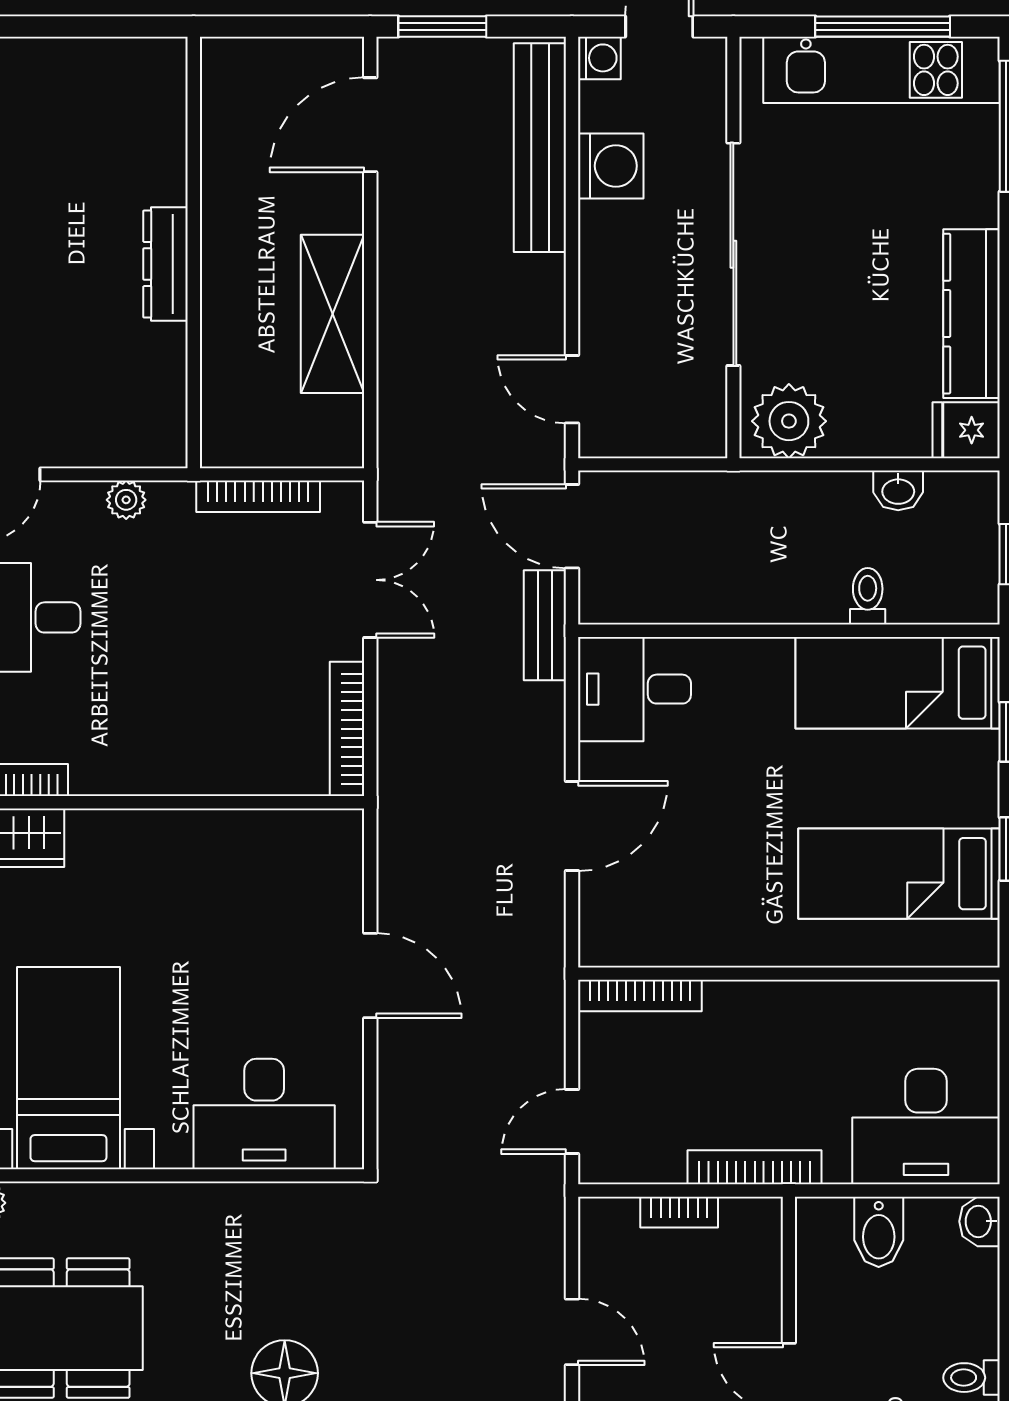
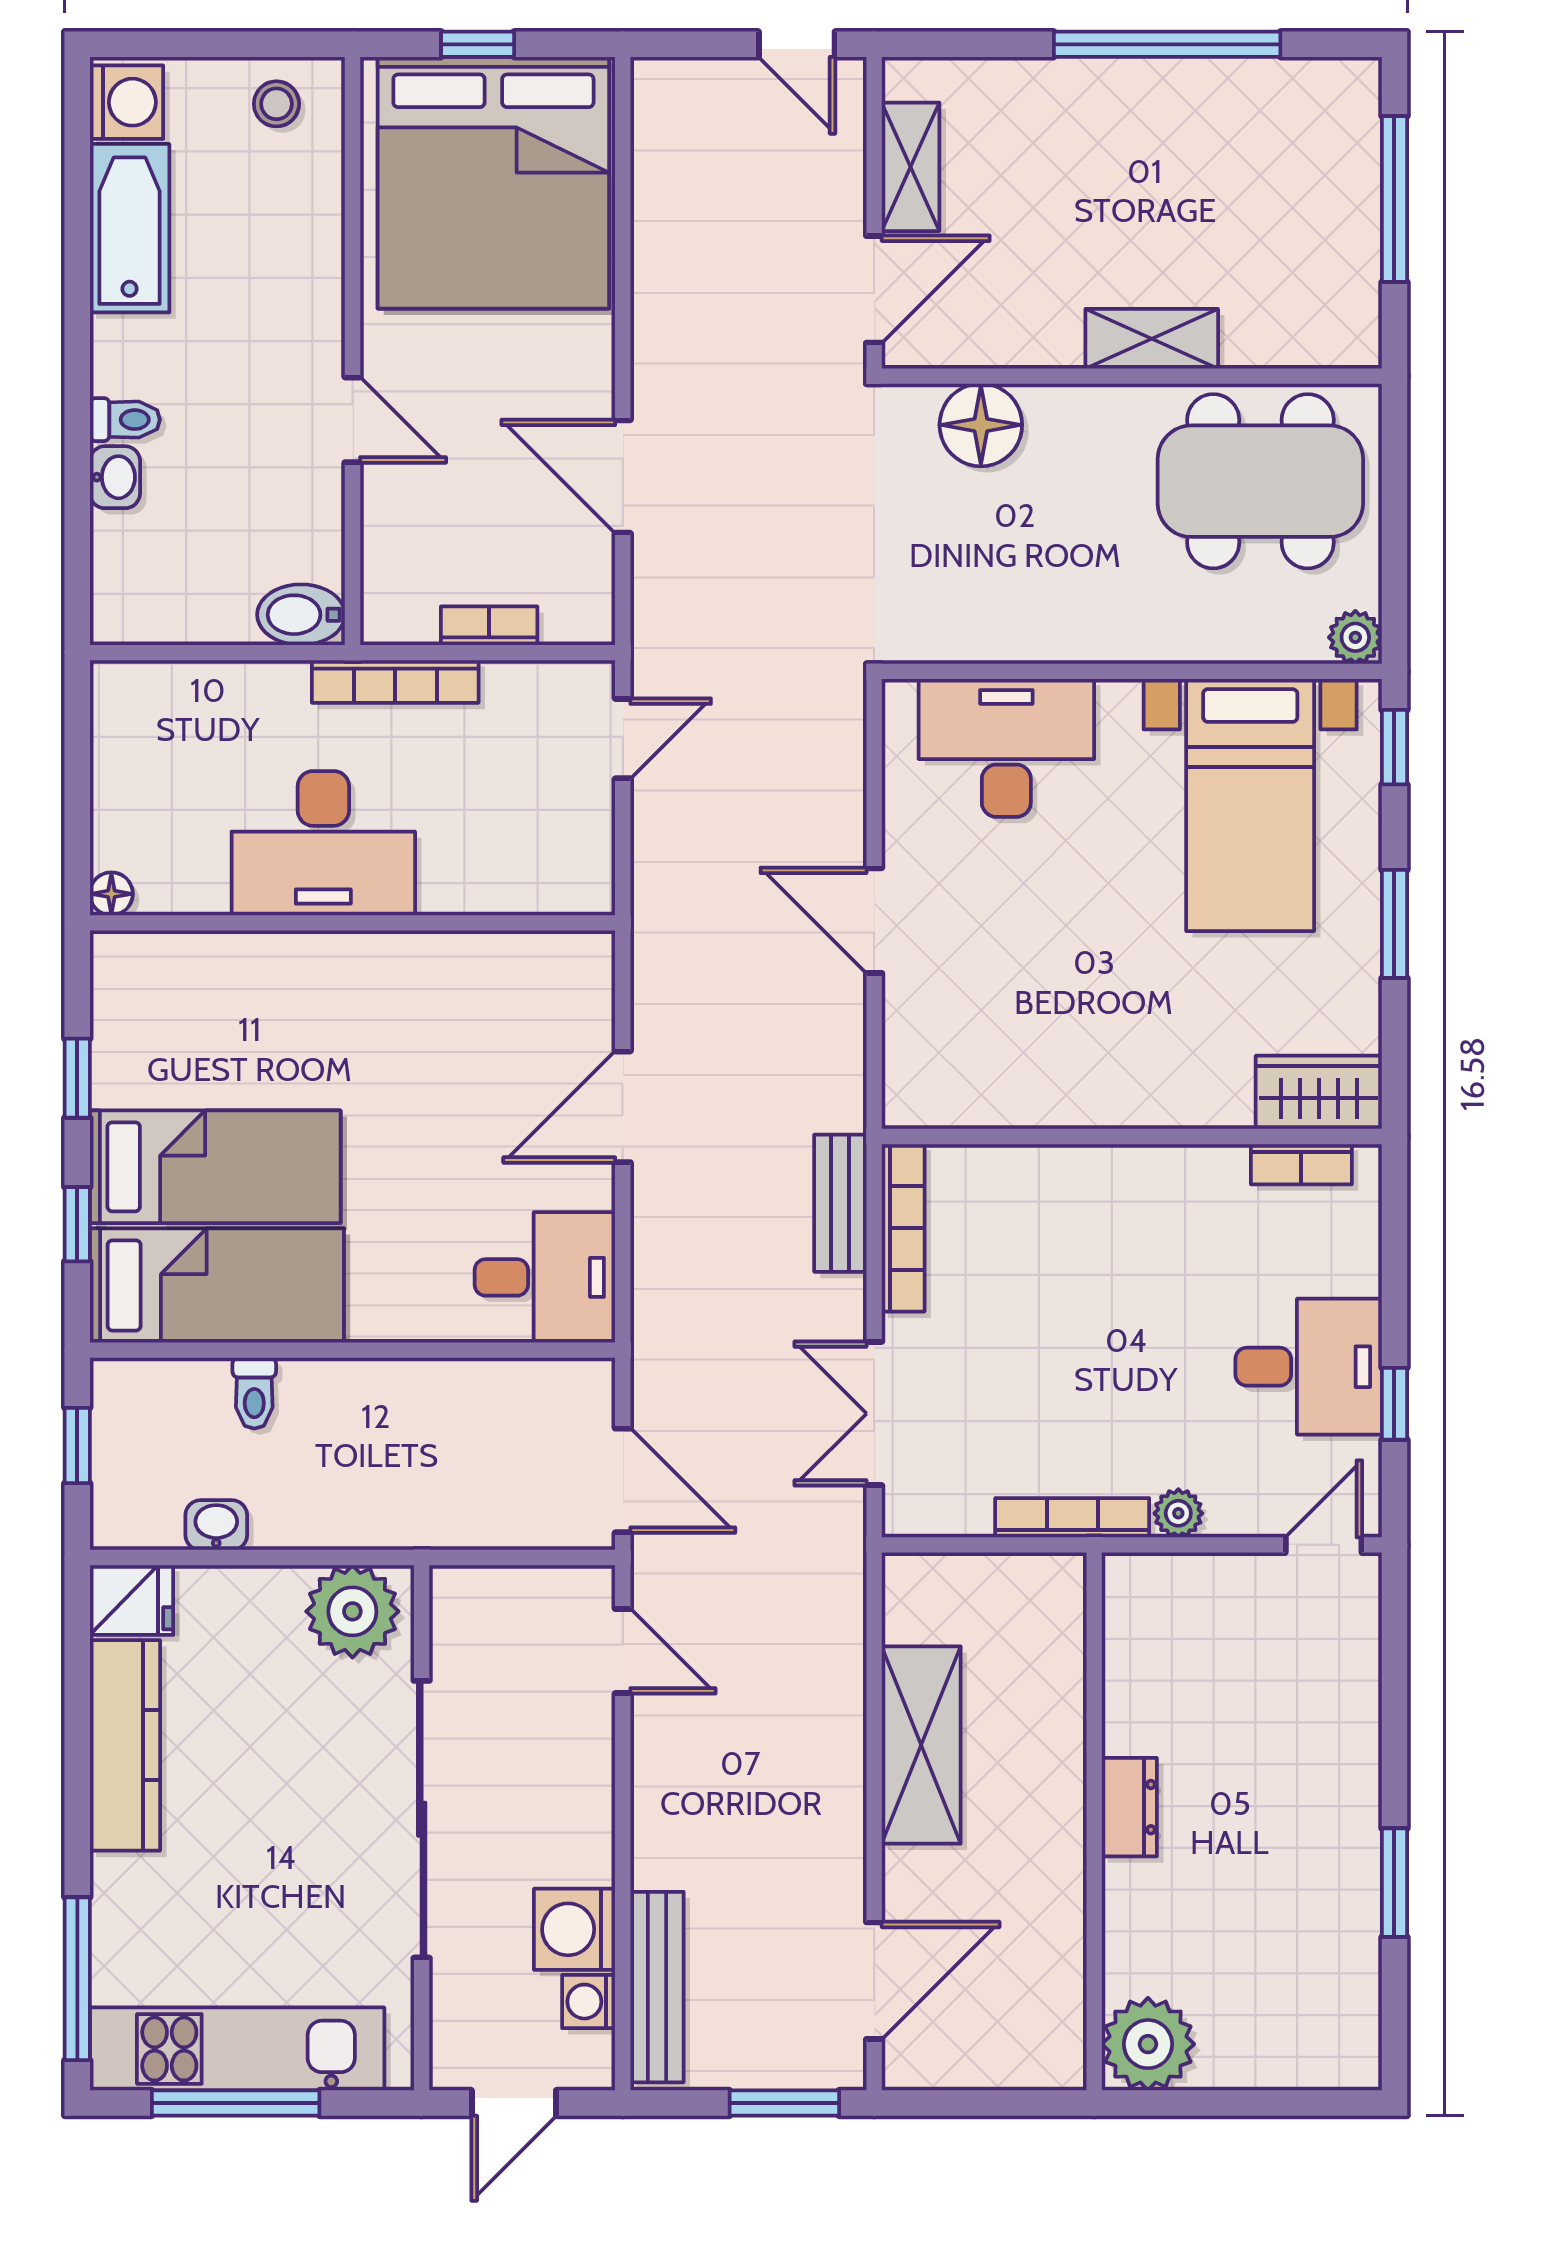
washing machine: (599, 58) -> (589, 2002), moved
plant: (150, 74) -> (1148, 2044), added
bench: (540, 148) -> (657, 1987), width x0.73, depth x0.82
dresser: (165, 264) -> (1129, 1807), width x0.70
bookcase: (258, 496) -> (1072, 1518), moved
bench: (545, 625) -> (840, 1203), moved
bed: (899, 874) -> (215, 1167), moved
bookcase: (640, 996) -> (538, 896), removed
floor lamp: (982, 997) -> (111, 894), added
desk: (926, 1127) -> (323, 843), moved, turned 180
washbasin: (980, 1221) -> (115, 477), moved
bidet: (879, 1232) -> (301, 615), moved, turned -90
door: (572, 1332) -> (623, 476), width x1.38

